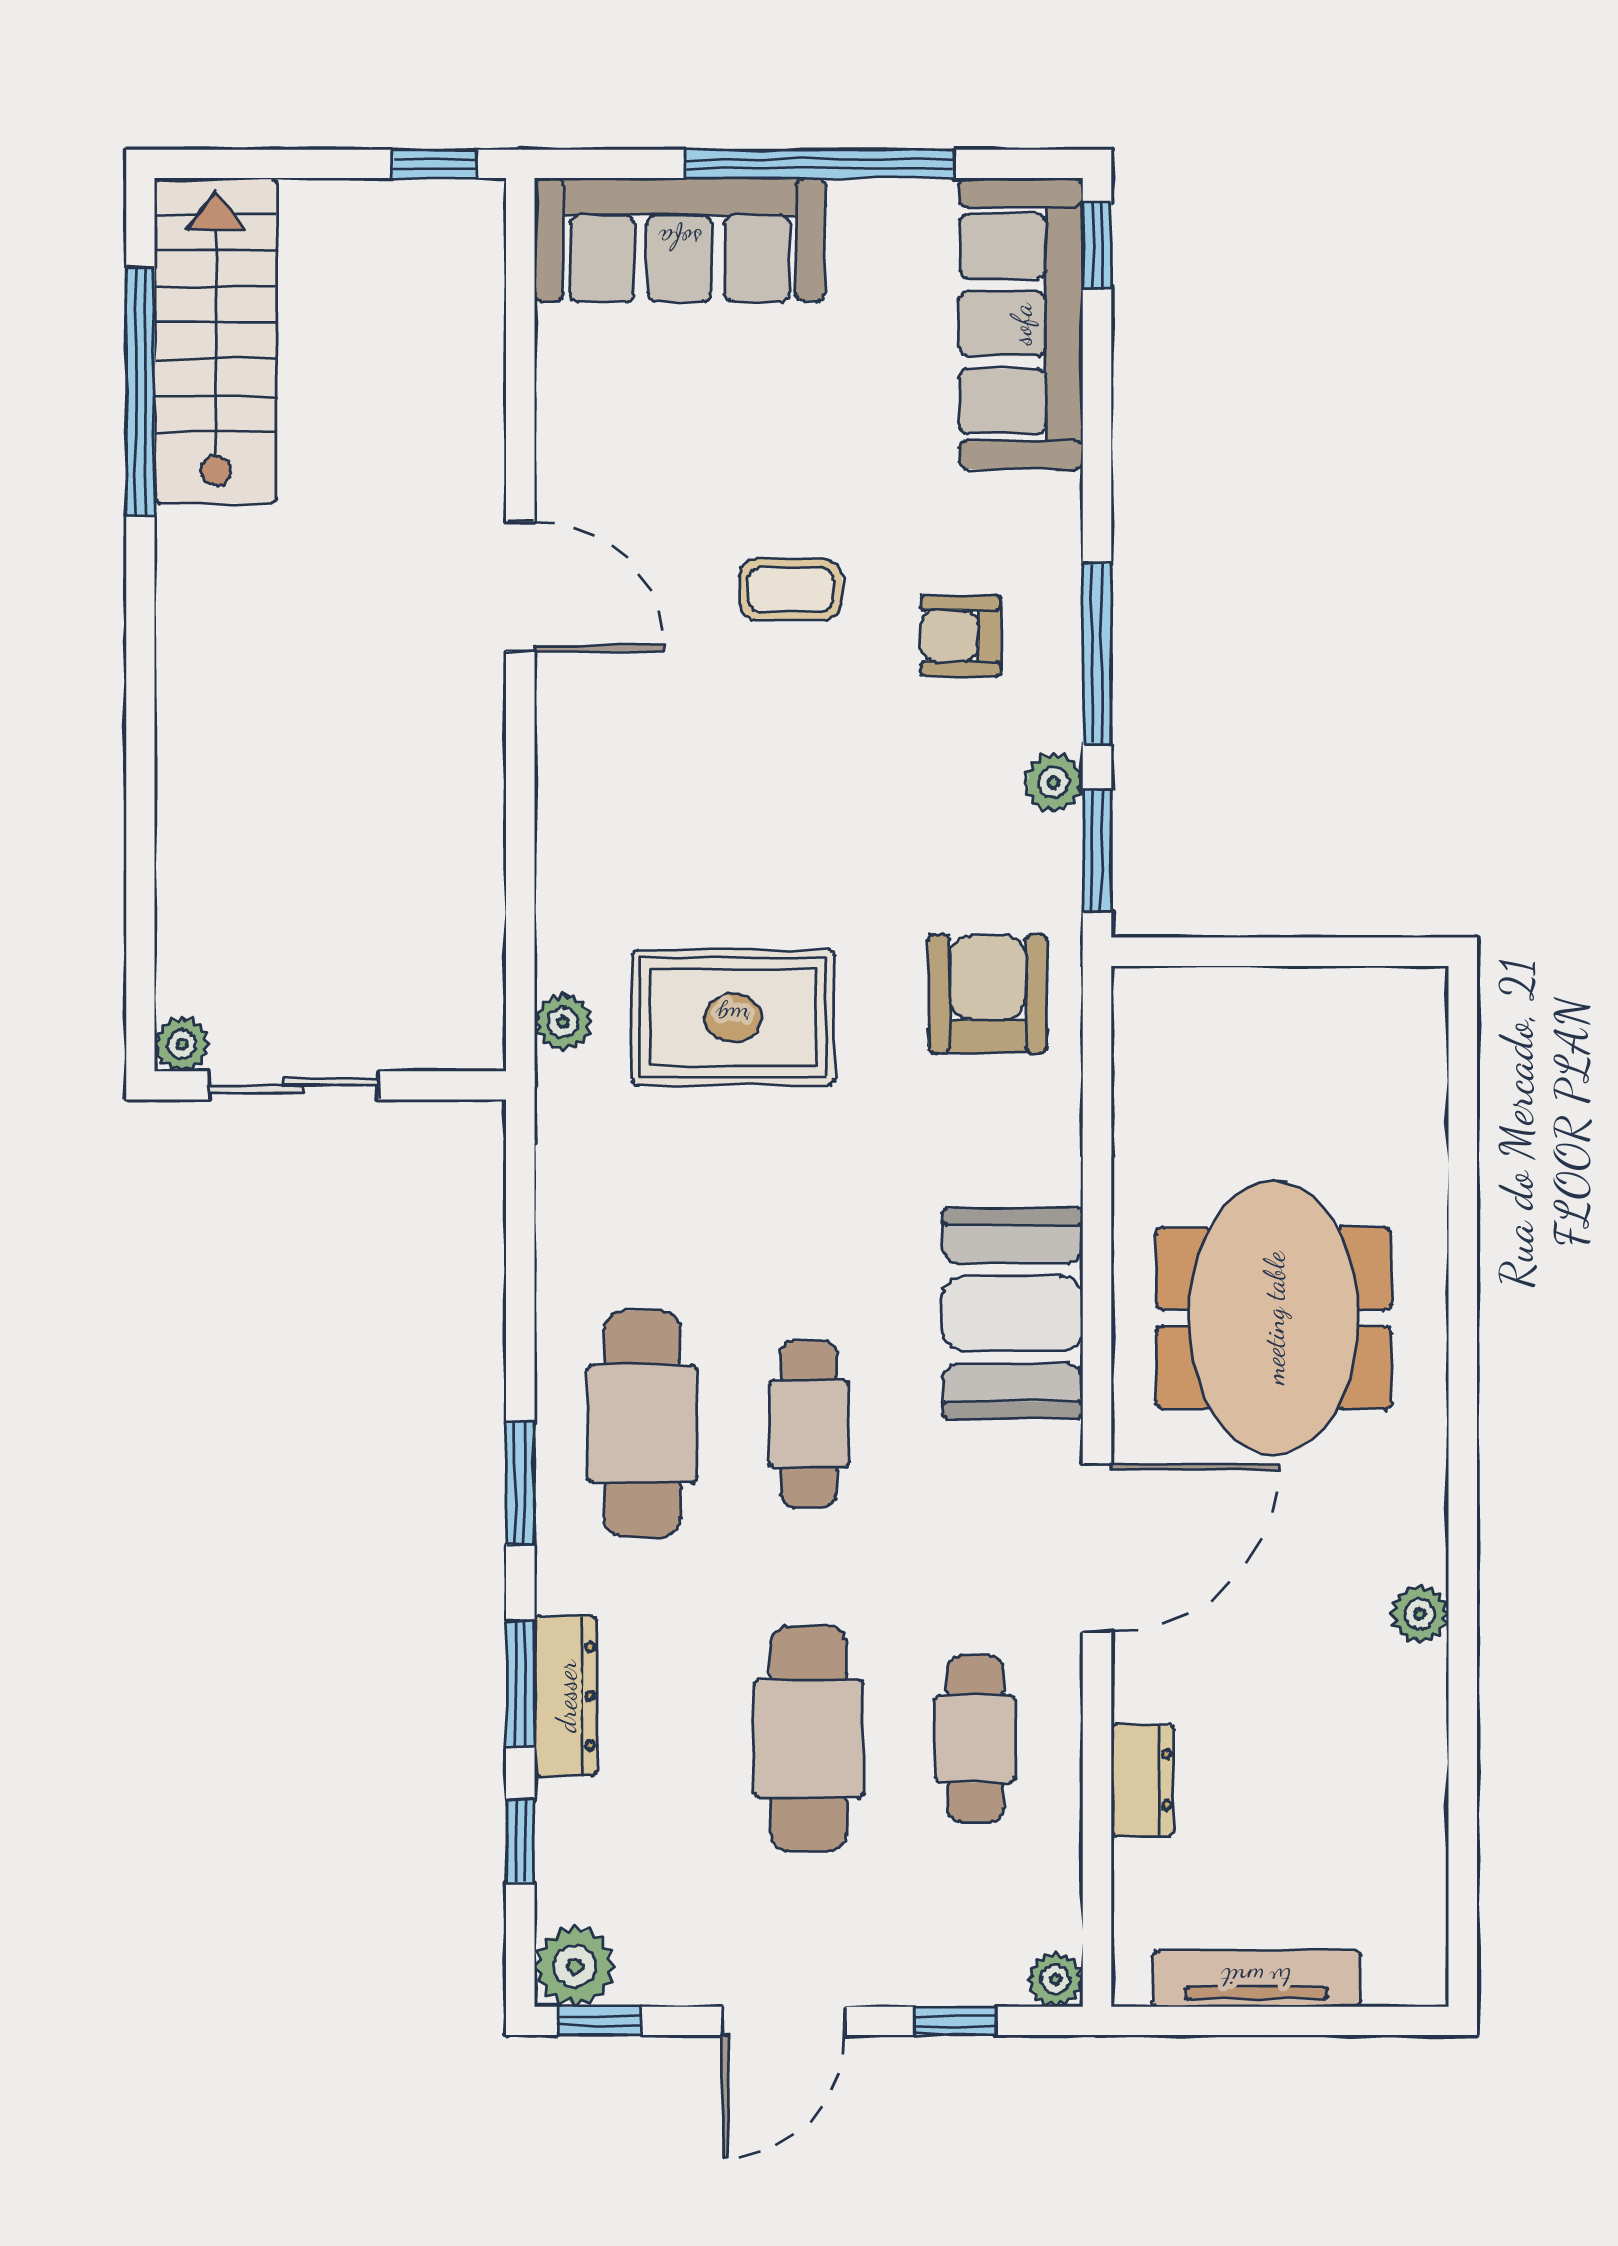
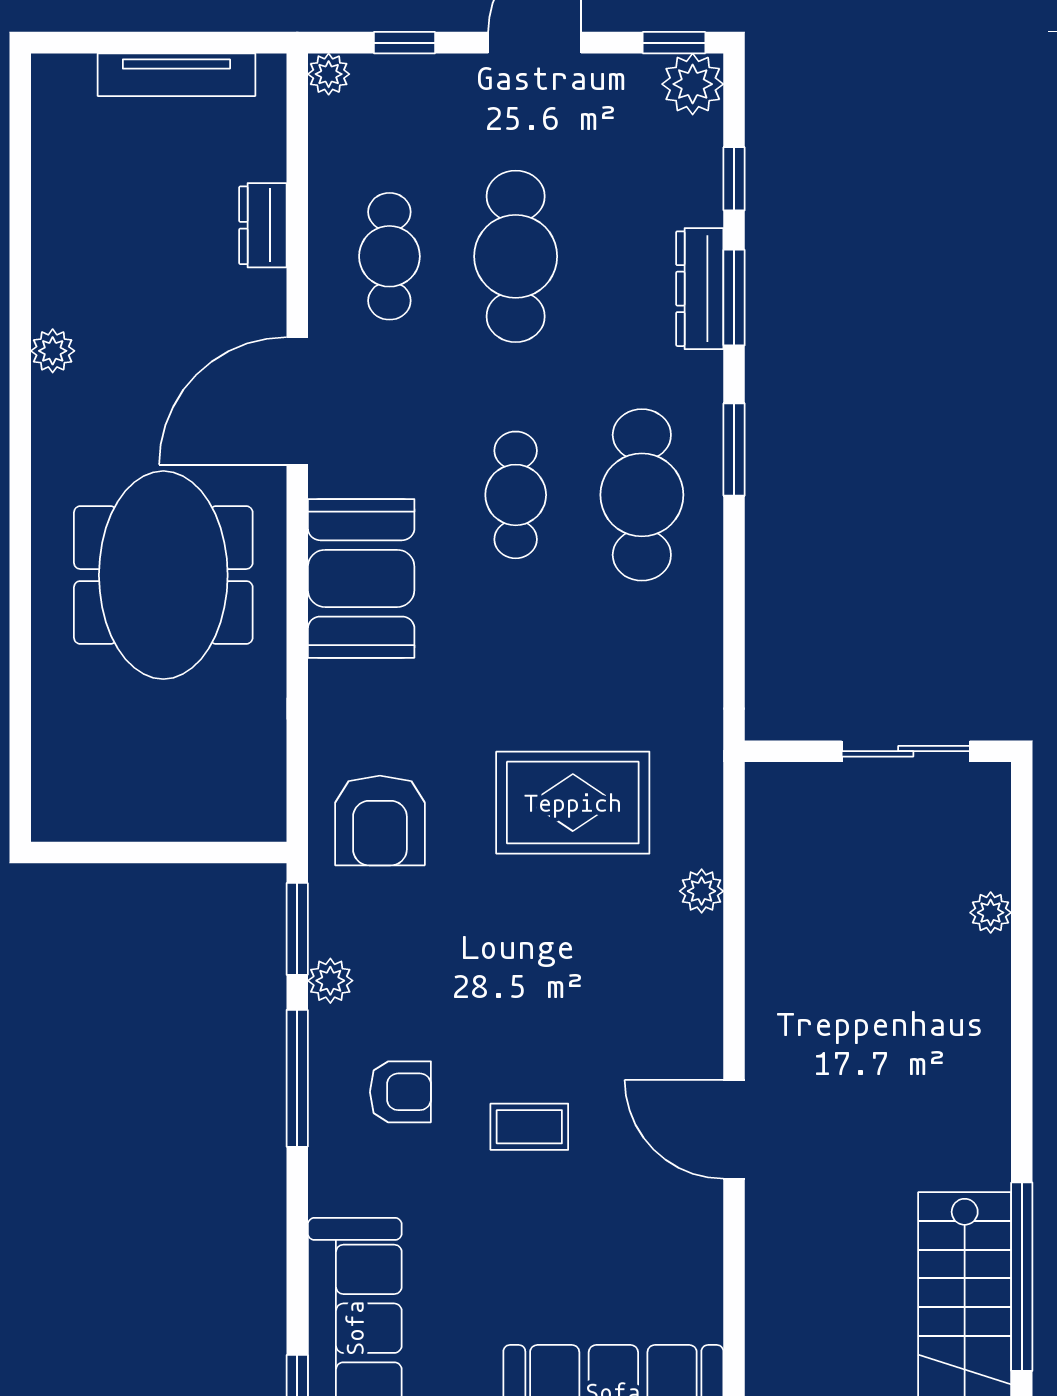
plant: (563, 1022) -> (702, 891), moved
plant: (182, 1044) -> (991, 913), moved

